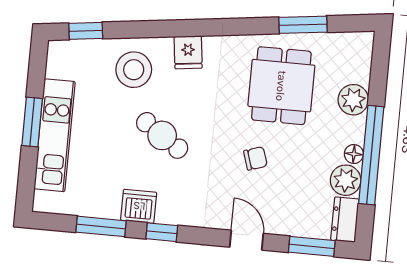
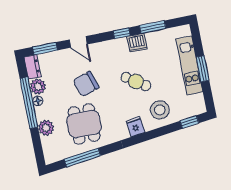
window: (303, 25) -> (82, 158), width x1.44
chair: (255, 158) -> (86, 84), width x1.87, depth x1.87

